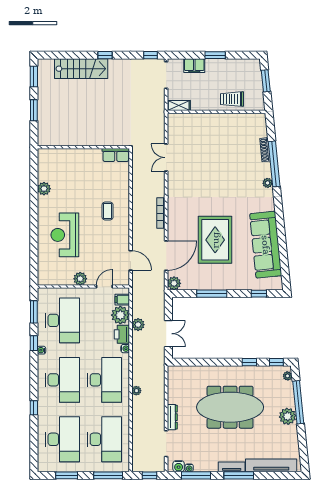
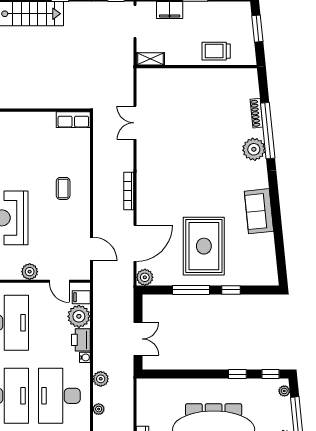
plant: (268, 183) -> (254, 149), width x1.87, depth x1.87
rug: (215, 240) -> (204, 246), moved
sofa: (266, 245) -> (259, 211), width x0.54, depth x0.79
door: (104, 287) -> (59, 281), swing flipped
window: (259, 294) -> (231, 290), moved
plant: (138, 325) -> (101, 379), moved
desk: (104, 380) -> (59, 396), turned 180

